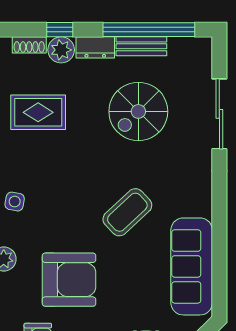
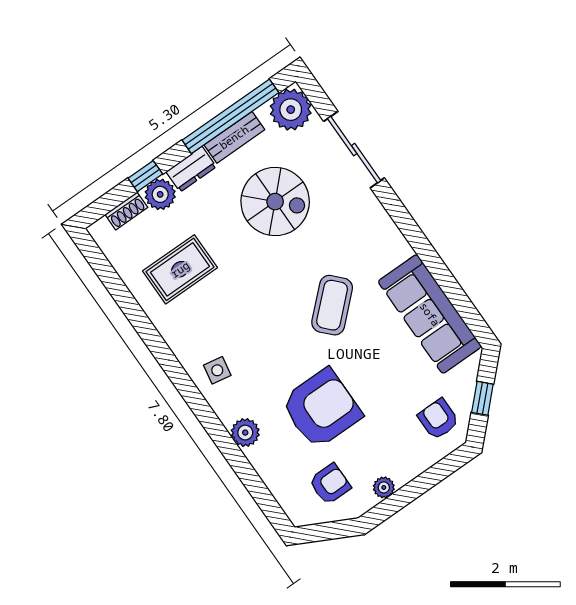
plant: (195, 54) -> (291, 110), added
spiral stairs: (138, 111) -> (275, 202), turned -90

